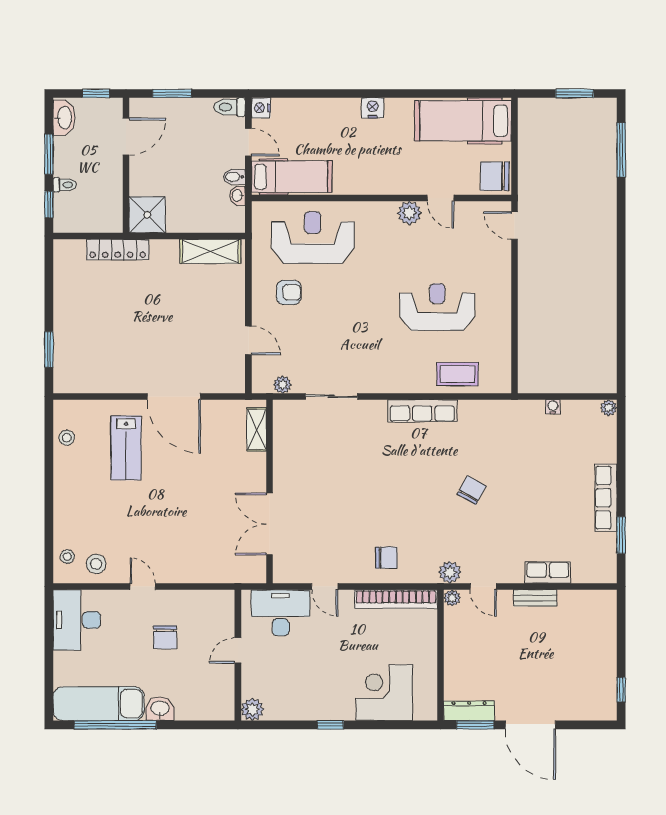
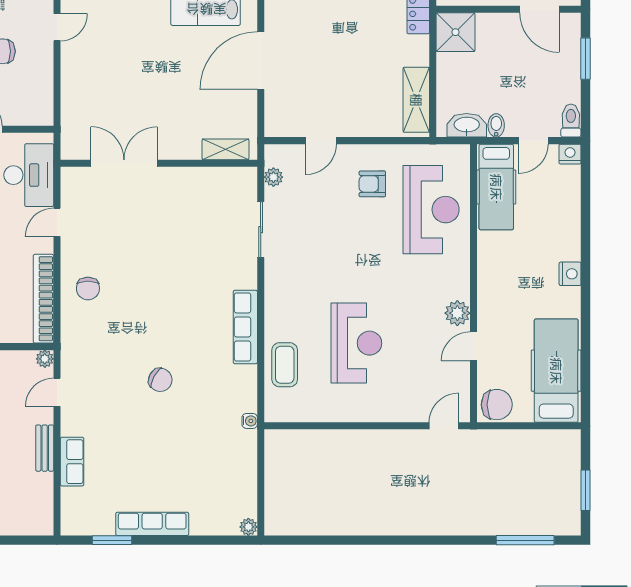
chair: (495, 176) -> (497, 405), turned 90
washbasin: (238, 196) -> (467, 125), width x1.91, depth x1.45
armchair: (289, 292) -> (372, 184), turned 90
water cooler: (553, 407) -> (250, 421), moved
plant: (450, 572) -> (72, 356), removed

